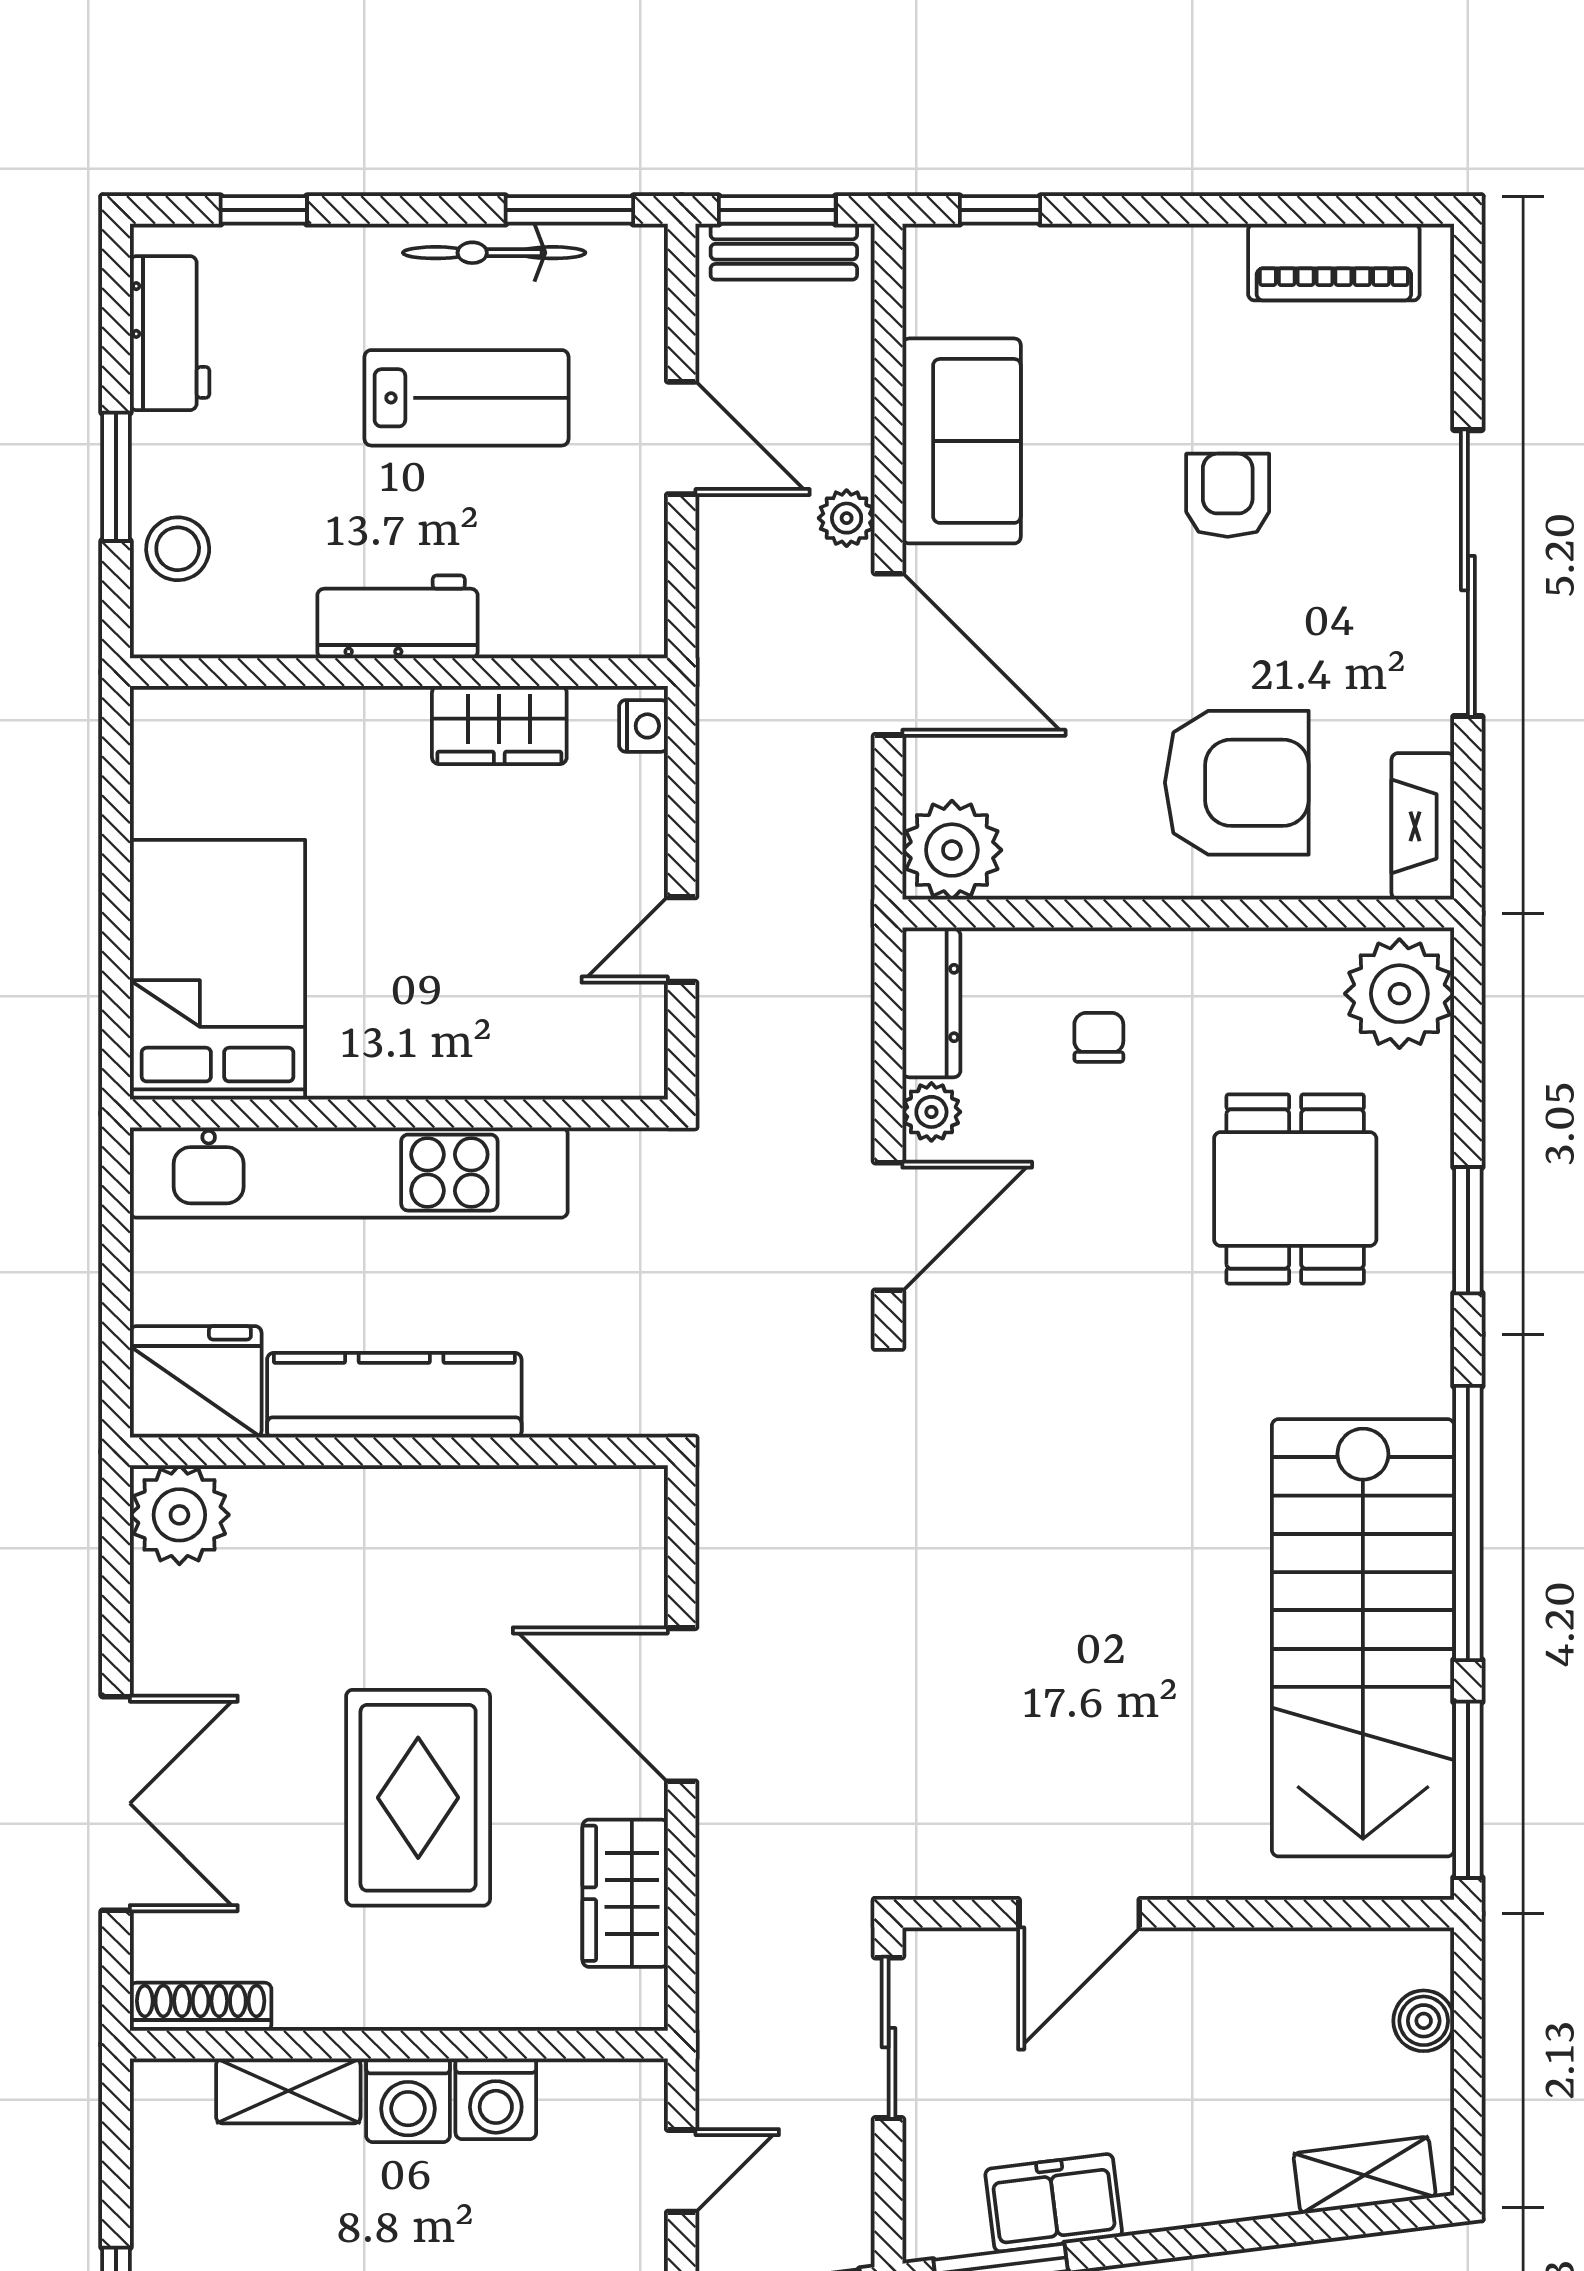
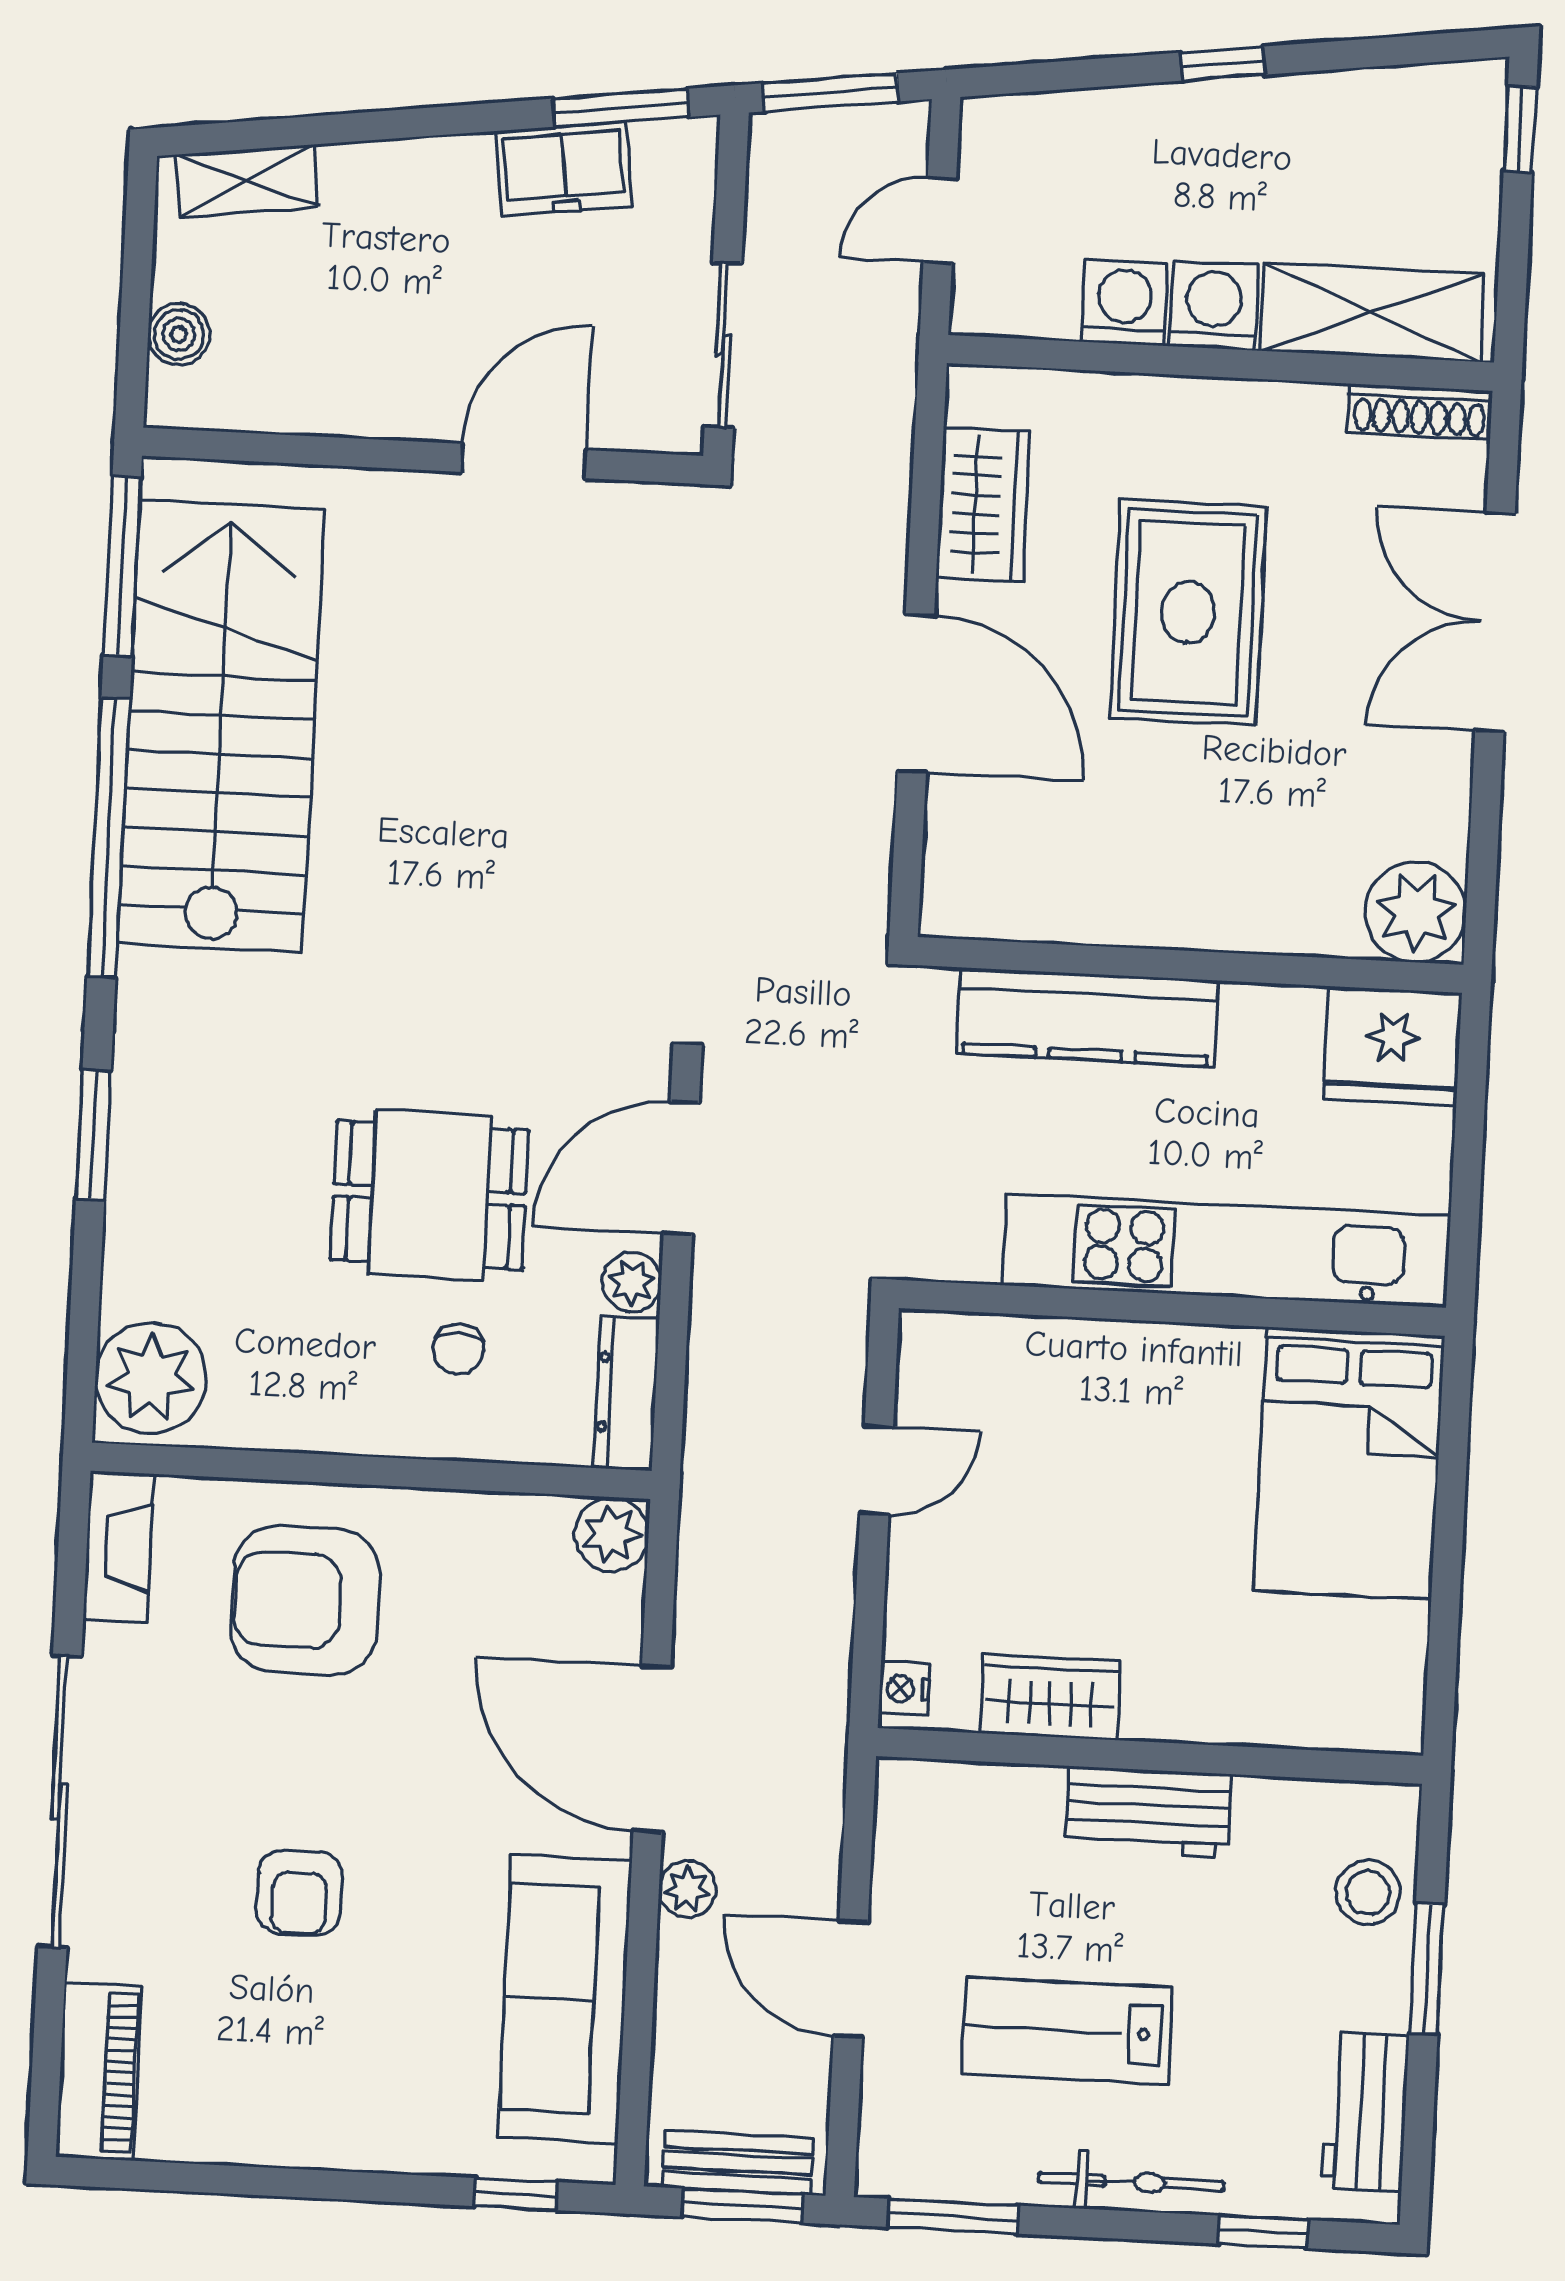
bicycle: (494, 253) -> (1131, 2182), moved
piano: (1334, 262) -> (99, 2072), moved, turned 90
sofa: (962, 441) -> (565, 1999), width x1.36
plant: (952, 850) -> (612, 1534), width x0.73, depth x0.73
dining table: (1295, 1189) -> (430, 1195), moved, turned 90
kitchen counter: (394, 1395) -> (1087, 1017), moved
shelving: (288, 2091) -> (1372, 312), width x1.50, depth x1.33

